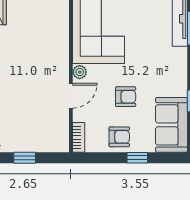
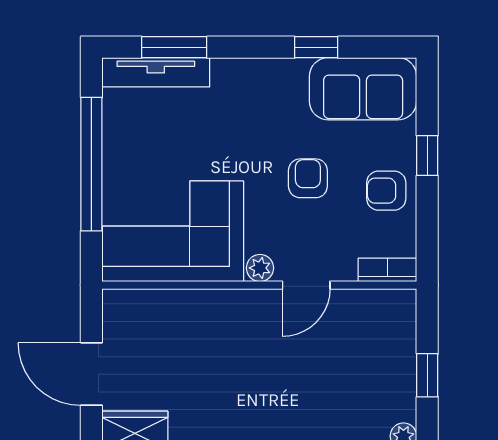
door: (71, 96) -> (306, 285), swing flipped
armchair: (119, 137) -> (386, 191), turned -90

